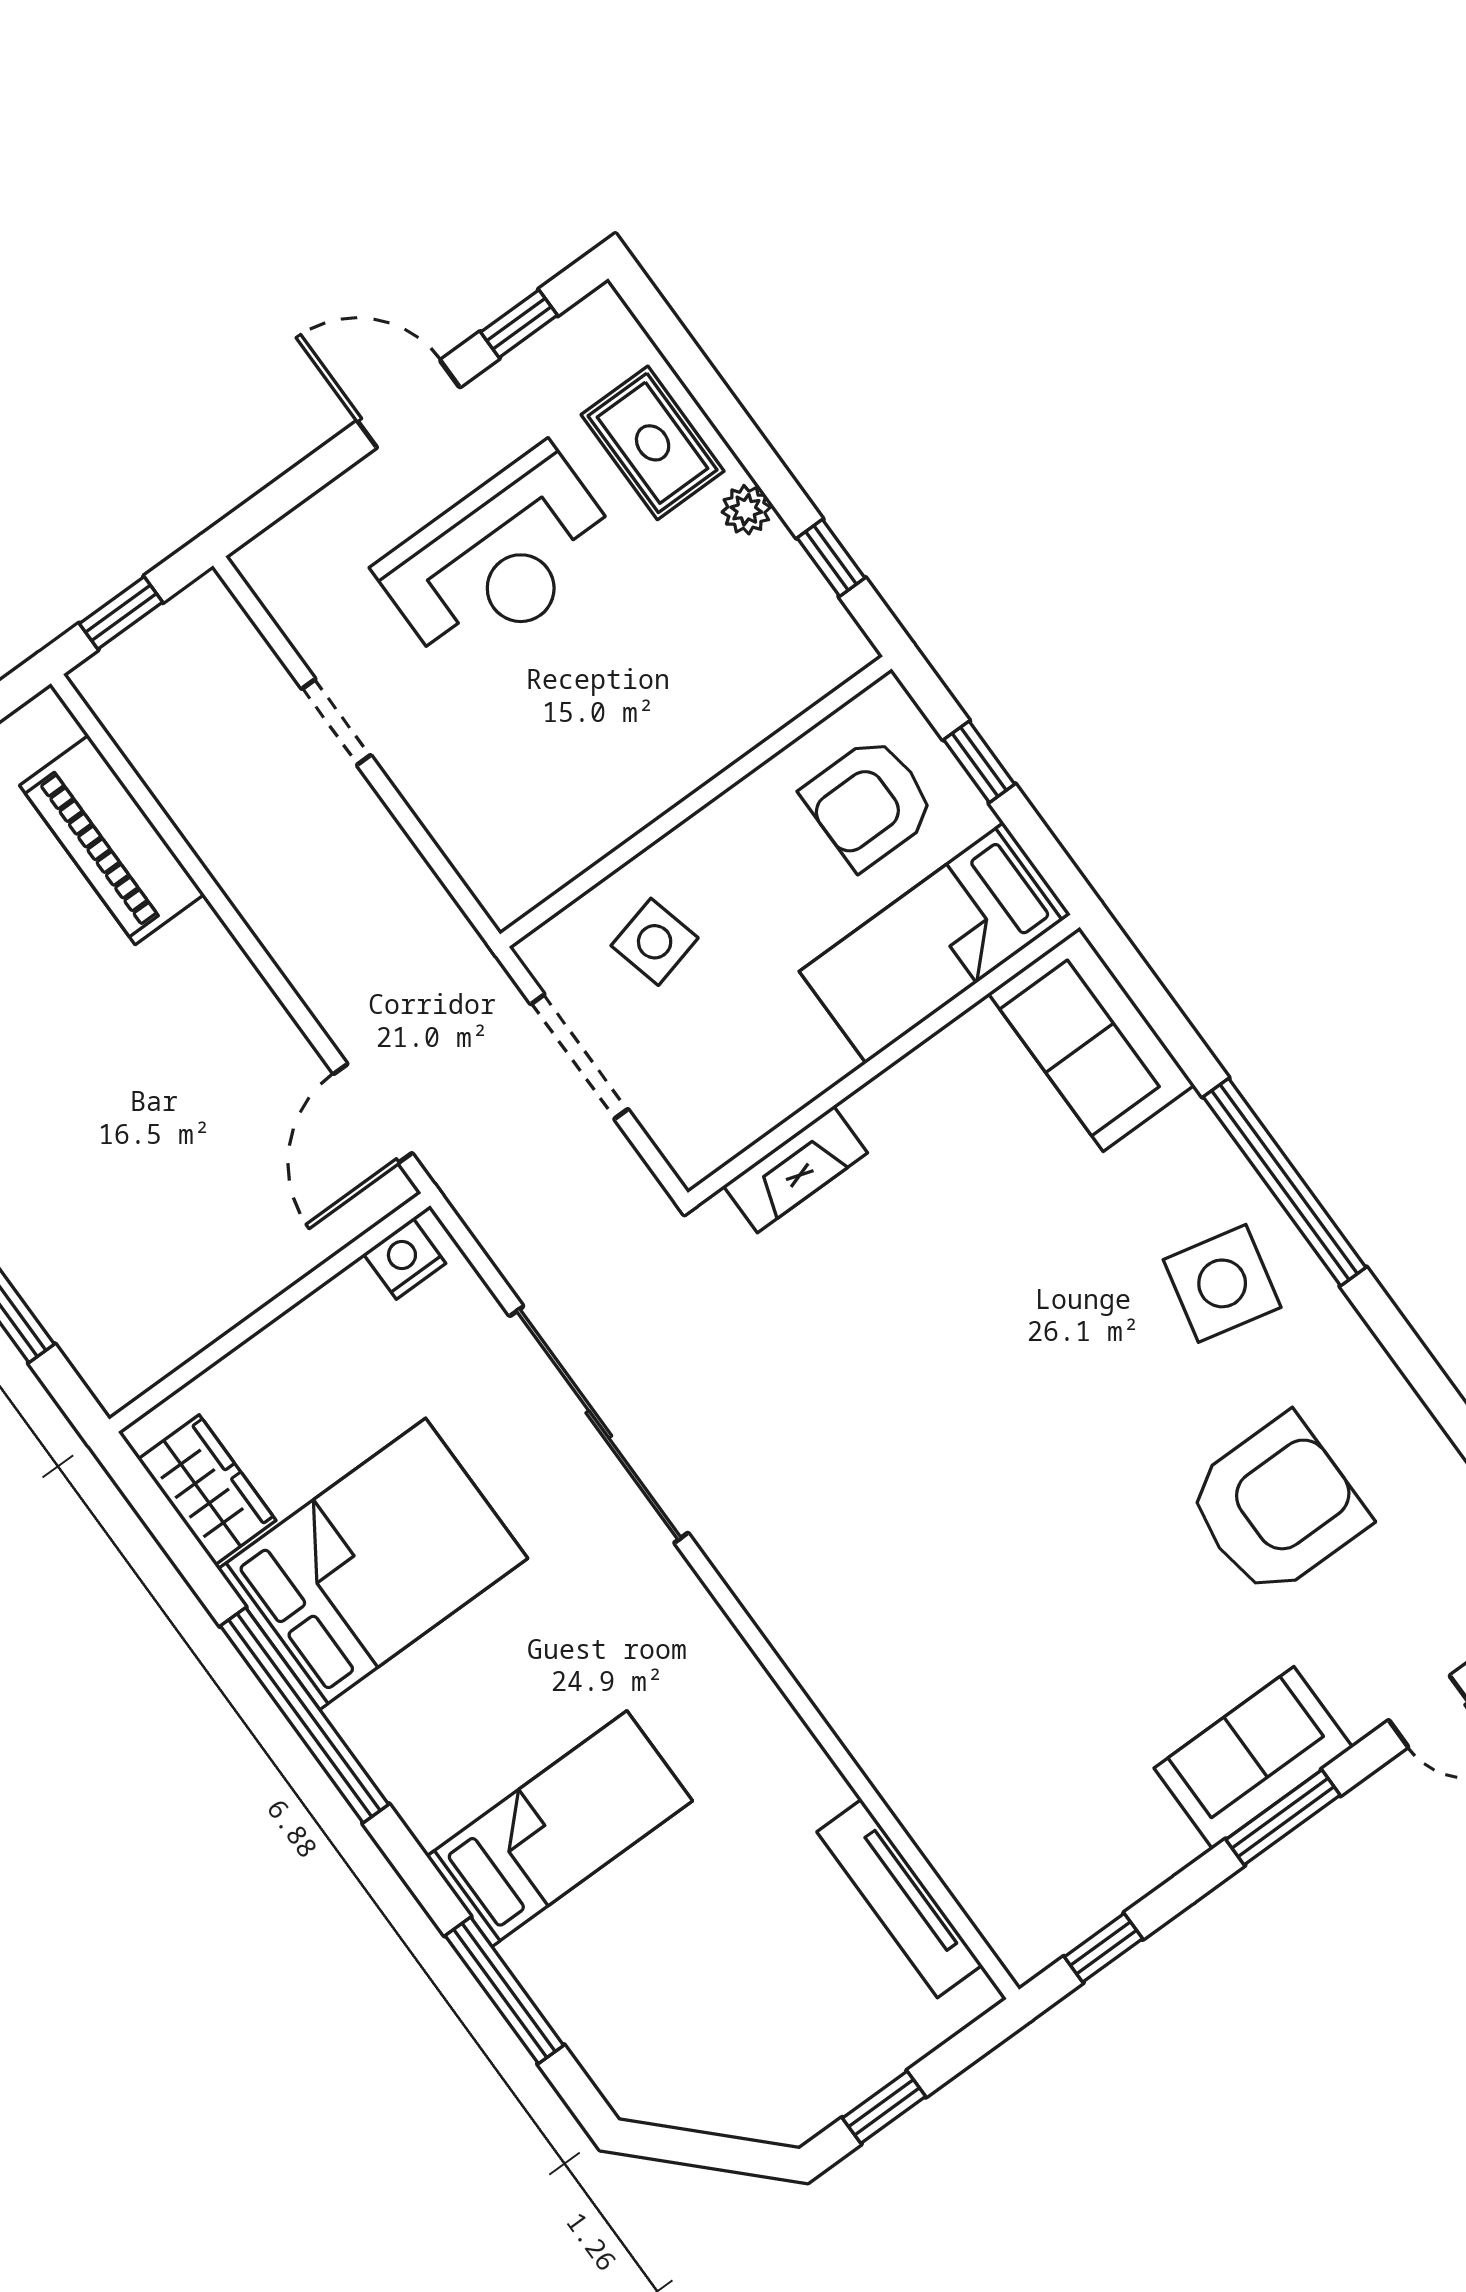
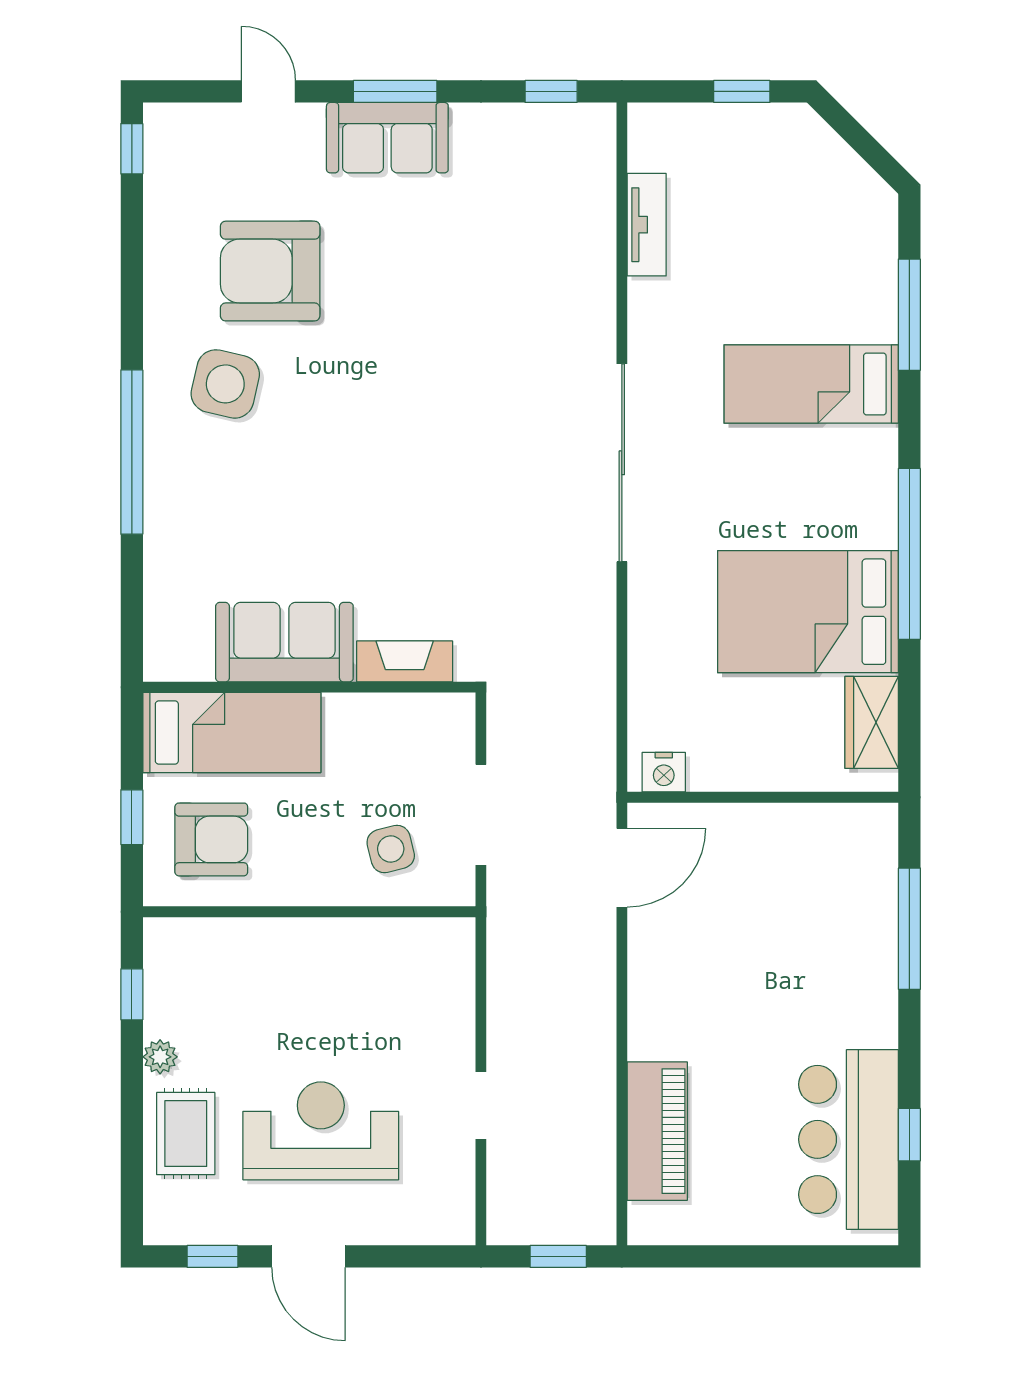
sofa: (1091, 1039) -> (284, 642), moved, turned -90
side table: (1222, 1283) -> (225, 384), moved
sliding door: (599, 1424) -> (622, 463), moved
tv unit: (900, 1899) -> (647, 225), width x0.71

